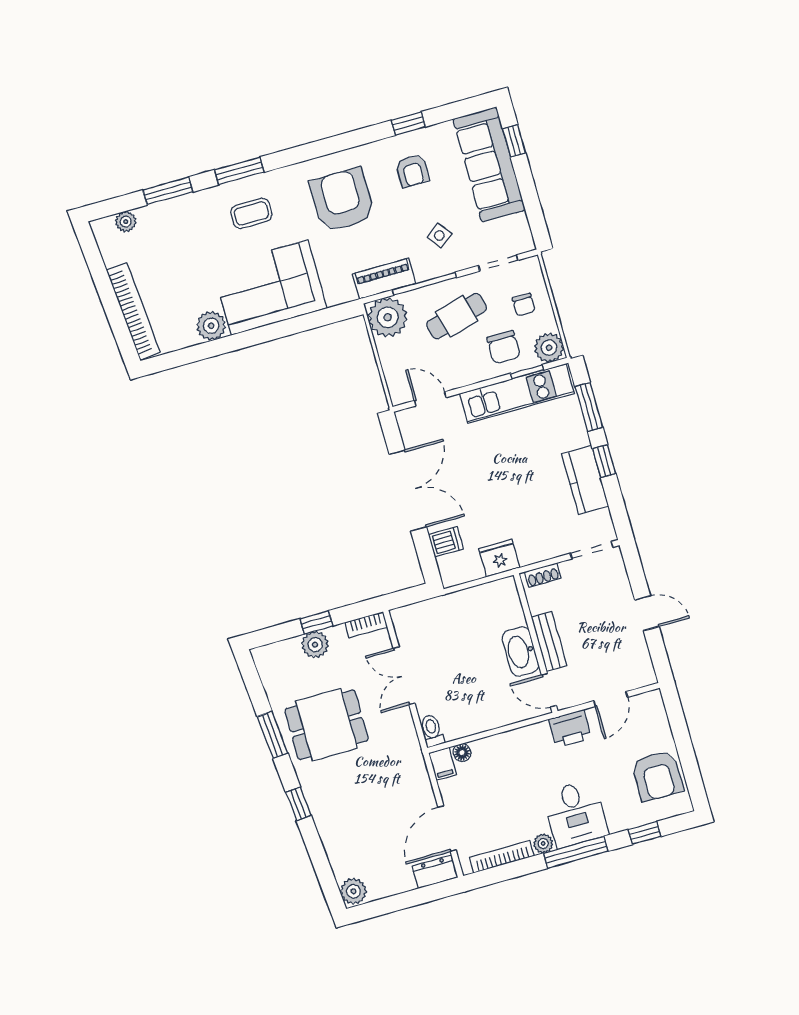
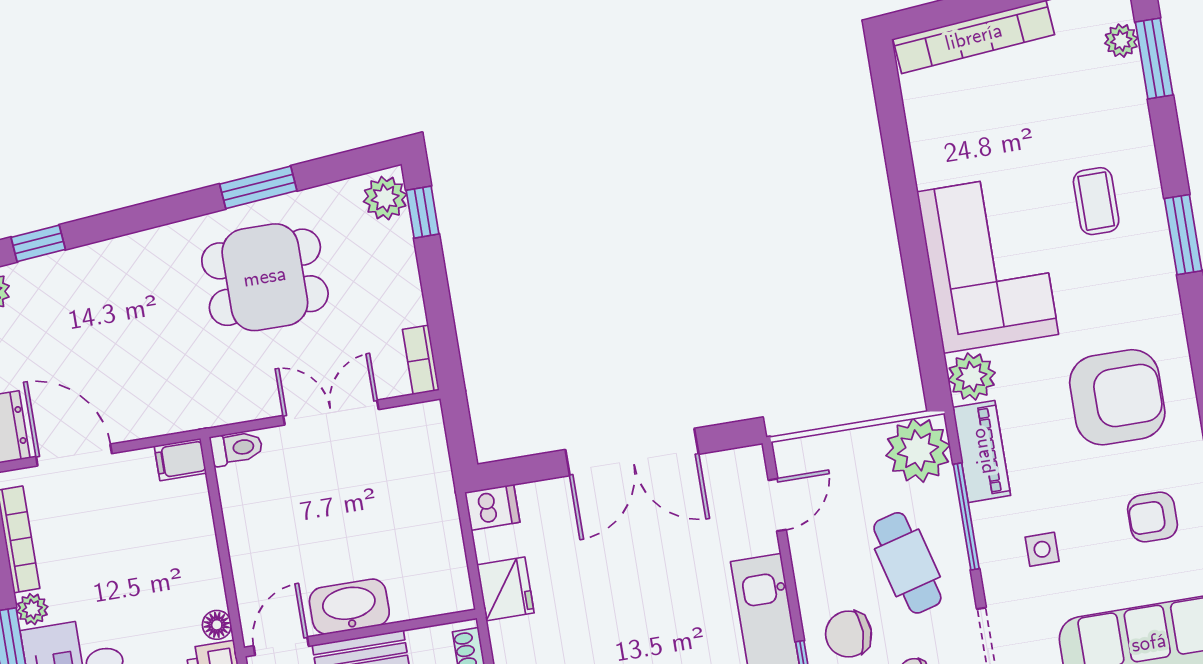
window: (168, 191) -> (1154, 59), moved
coffee table: (251, 213) -> (1096, 201), moved
side table: (439, 235) -> (1042, 549), turned 37
plant: (211, 326) -> (972, 377), moved
dishwasher: (446, 542) -> (492, 507), moved, turned -90
window: (316, 622) -> (423, 212), moved
plant: (315, 645) -> (385, 198), moved
dining table: (327, 725) -> (265, 277), turned 90
floor lamp: (462, 753) -> (217, 625), moved
window: (298, 804) -> (38, 243), moved

